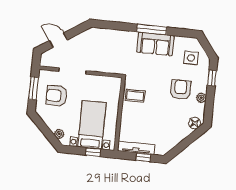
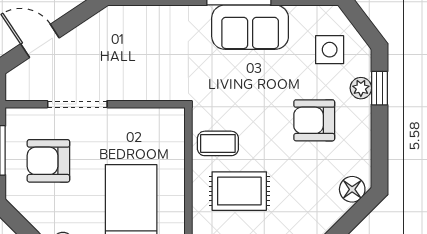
armchair: (181, 90) -> (314, 120), turned -90
plant: (201, 98) -> (361, 88), moved
rug: (143, 119) -> (239, 191), added

